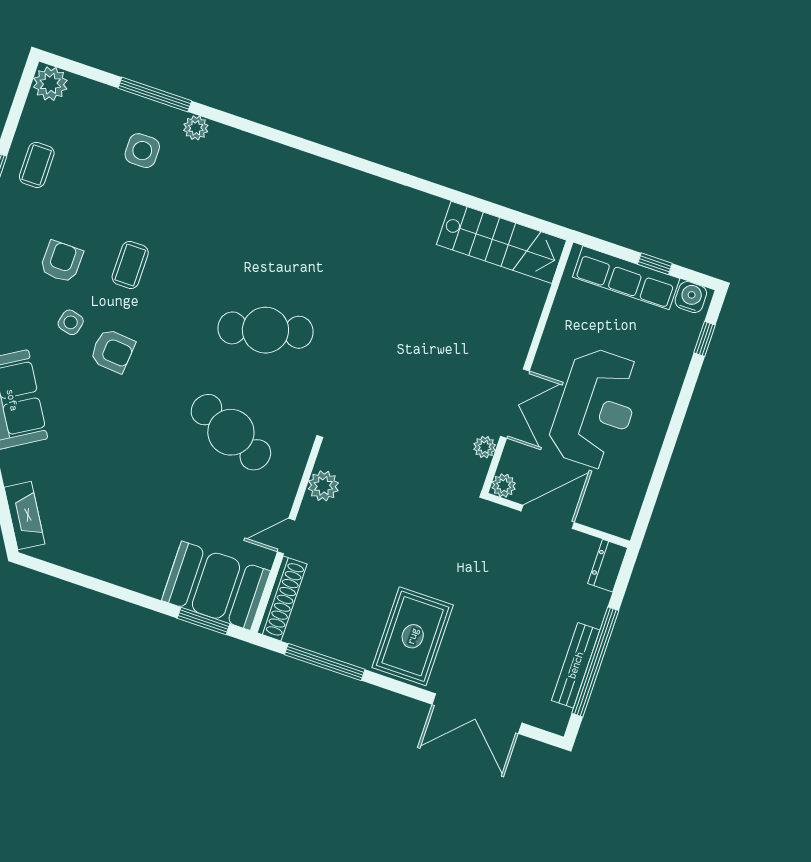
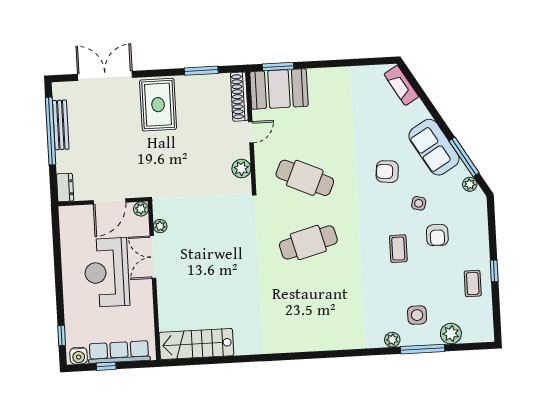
plant: (50, 84) -> (451, 334), moved
armchair: (113, 351) -> (387, 172), moved
window: (325, 662) -> (201, 71), width x0.69

